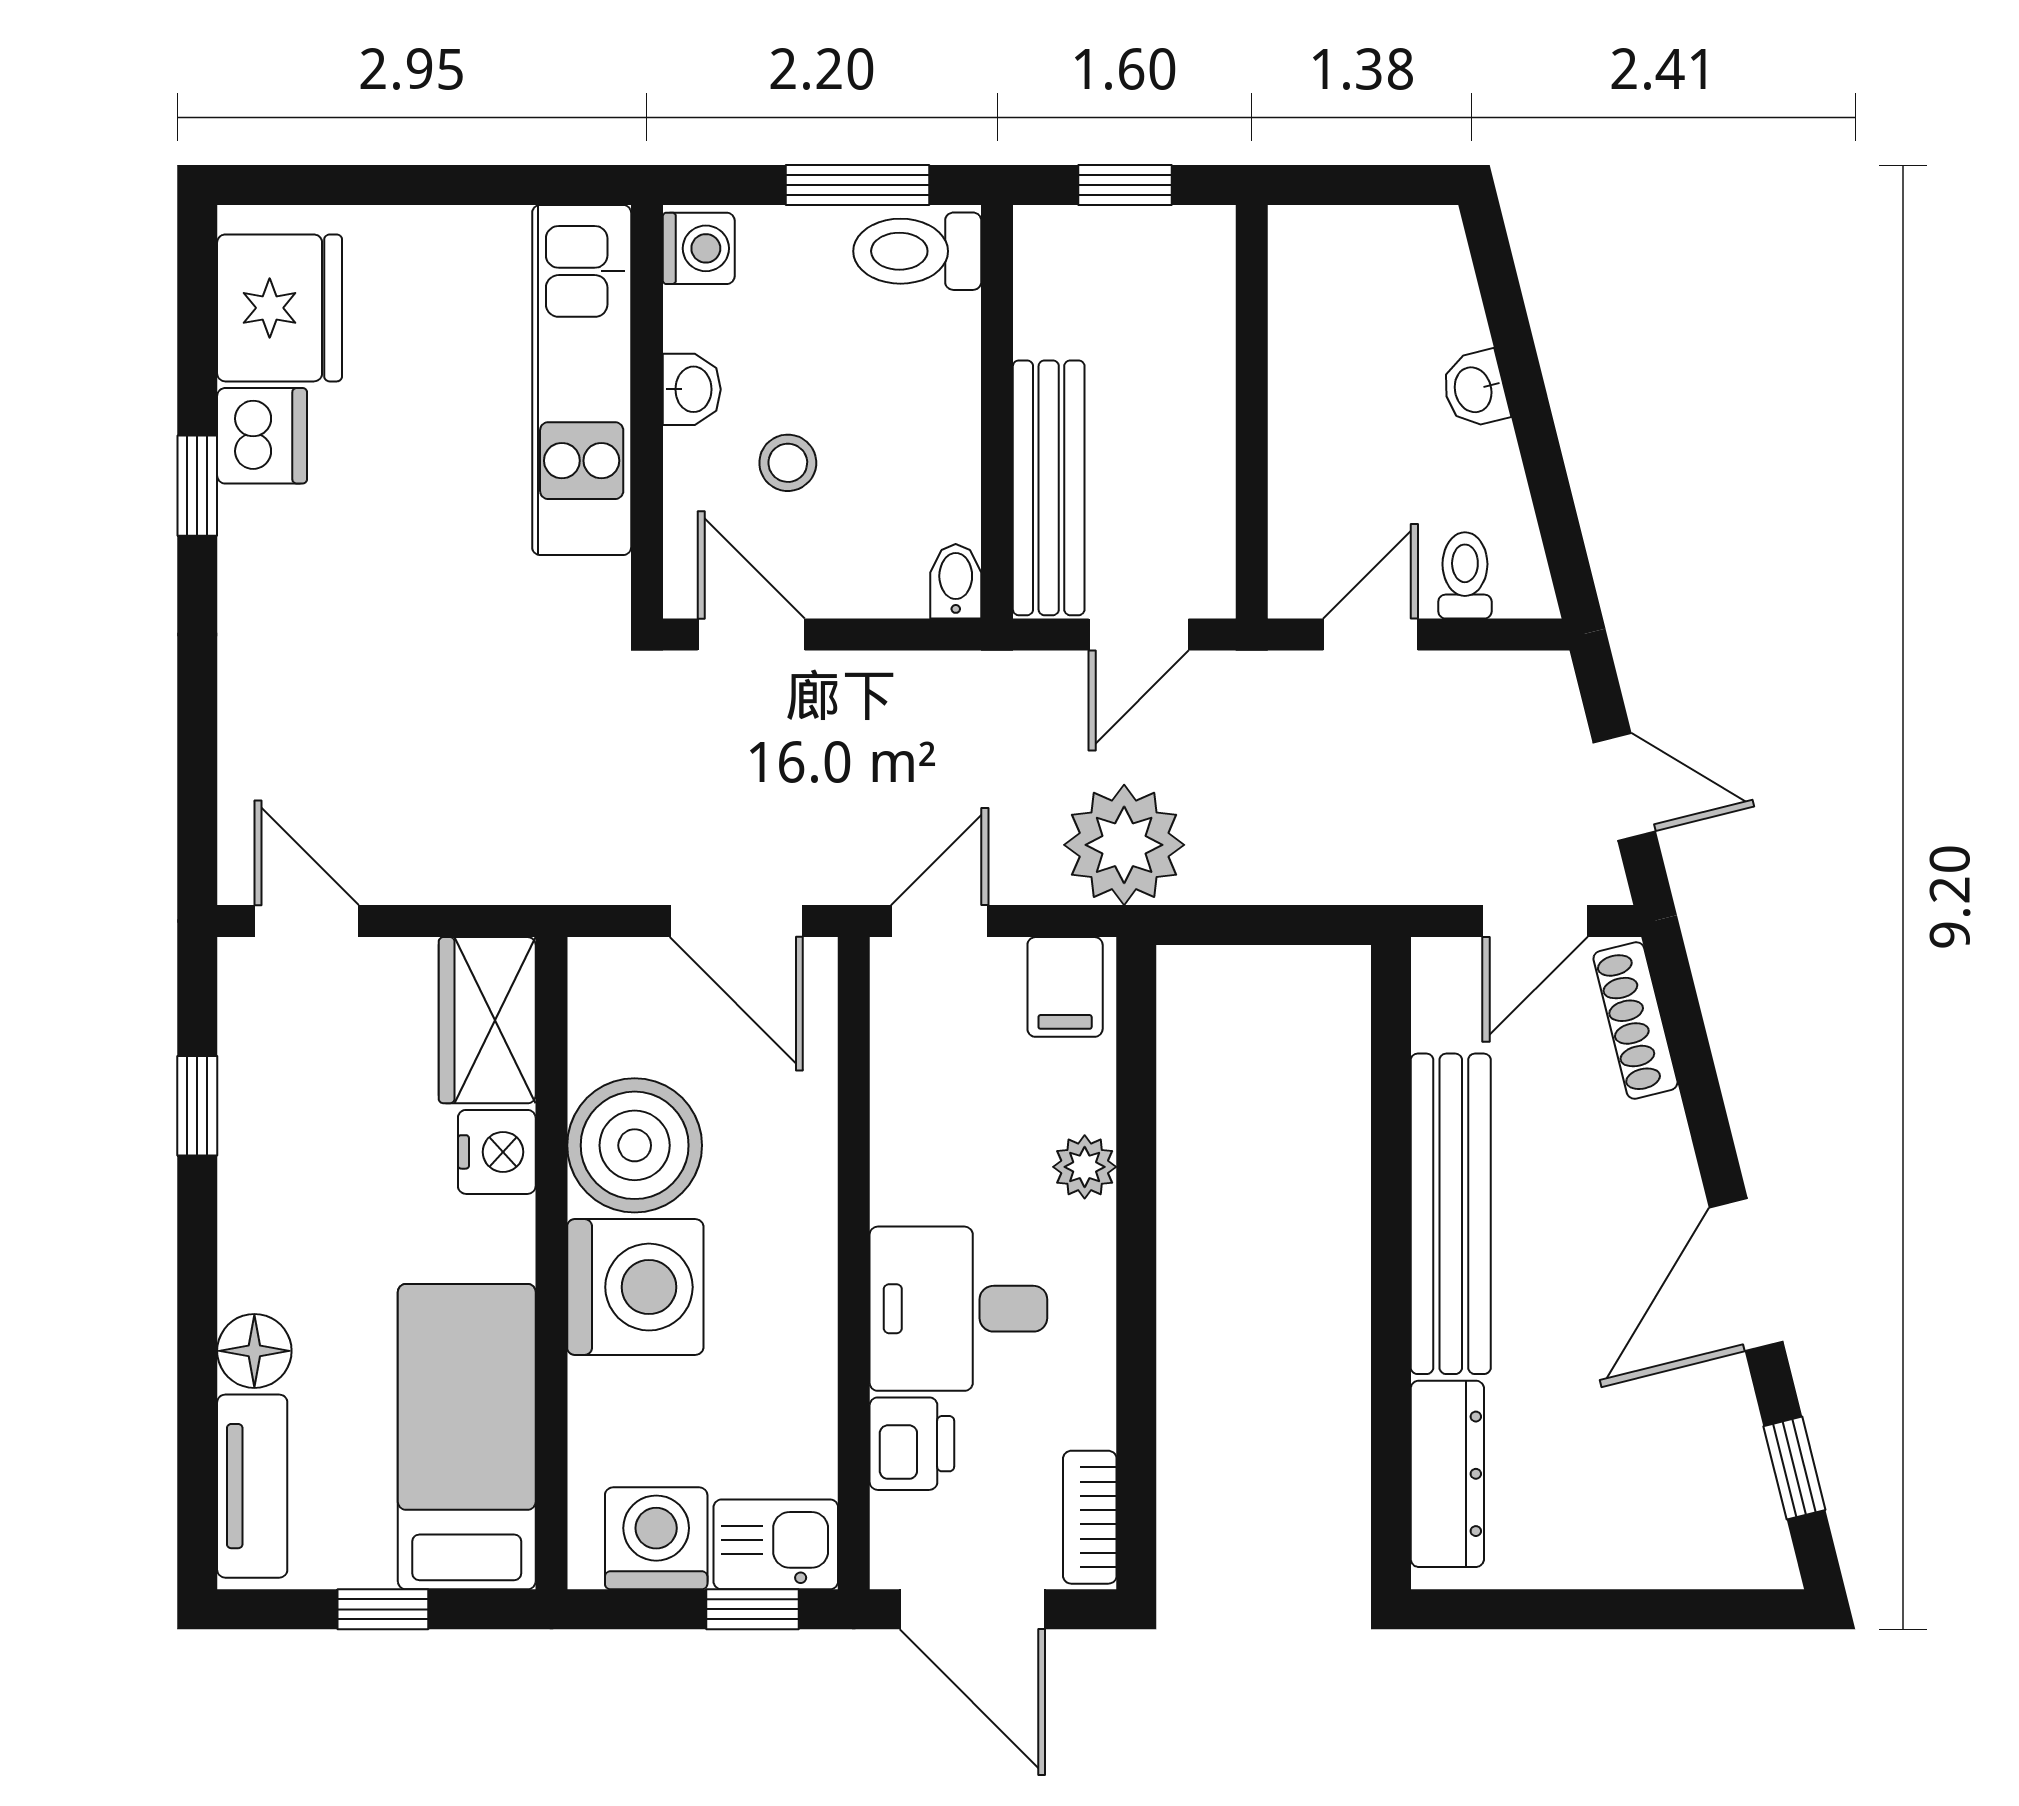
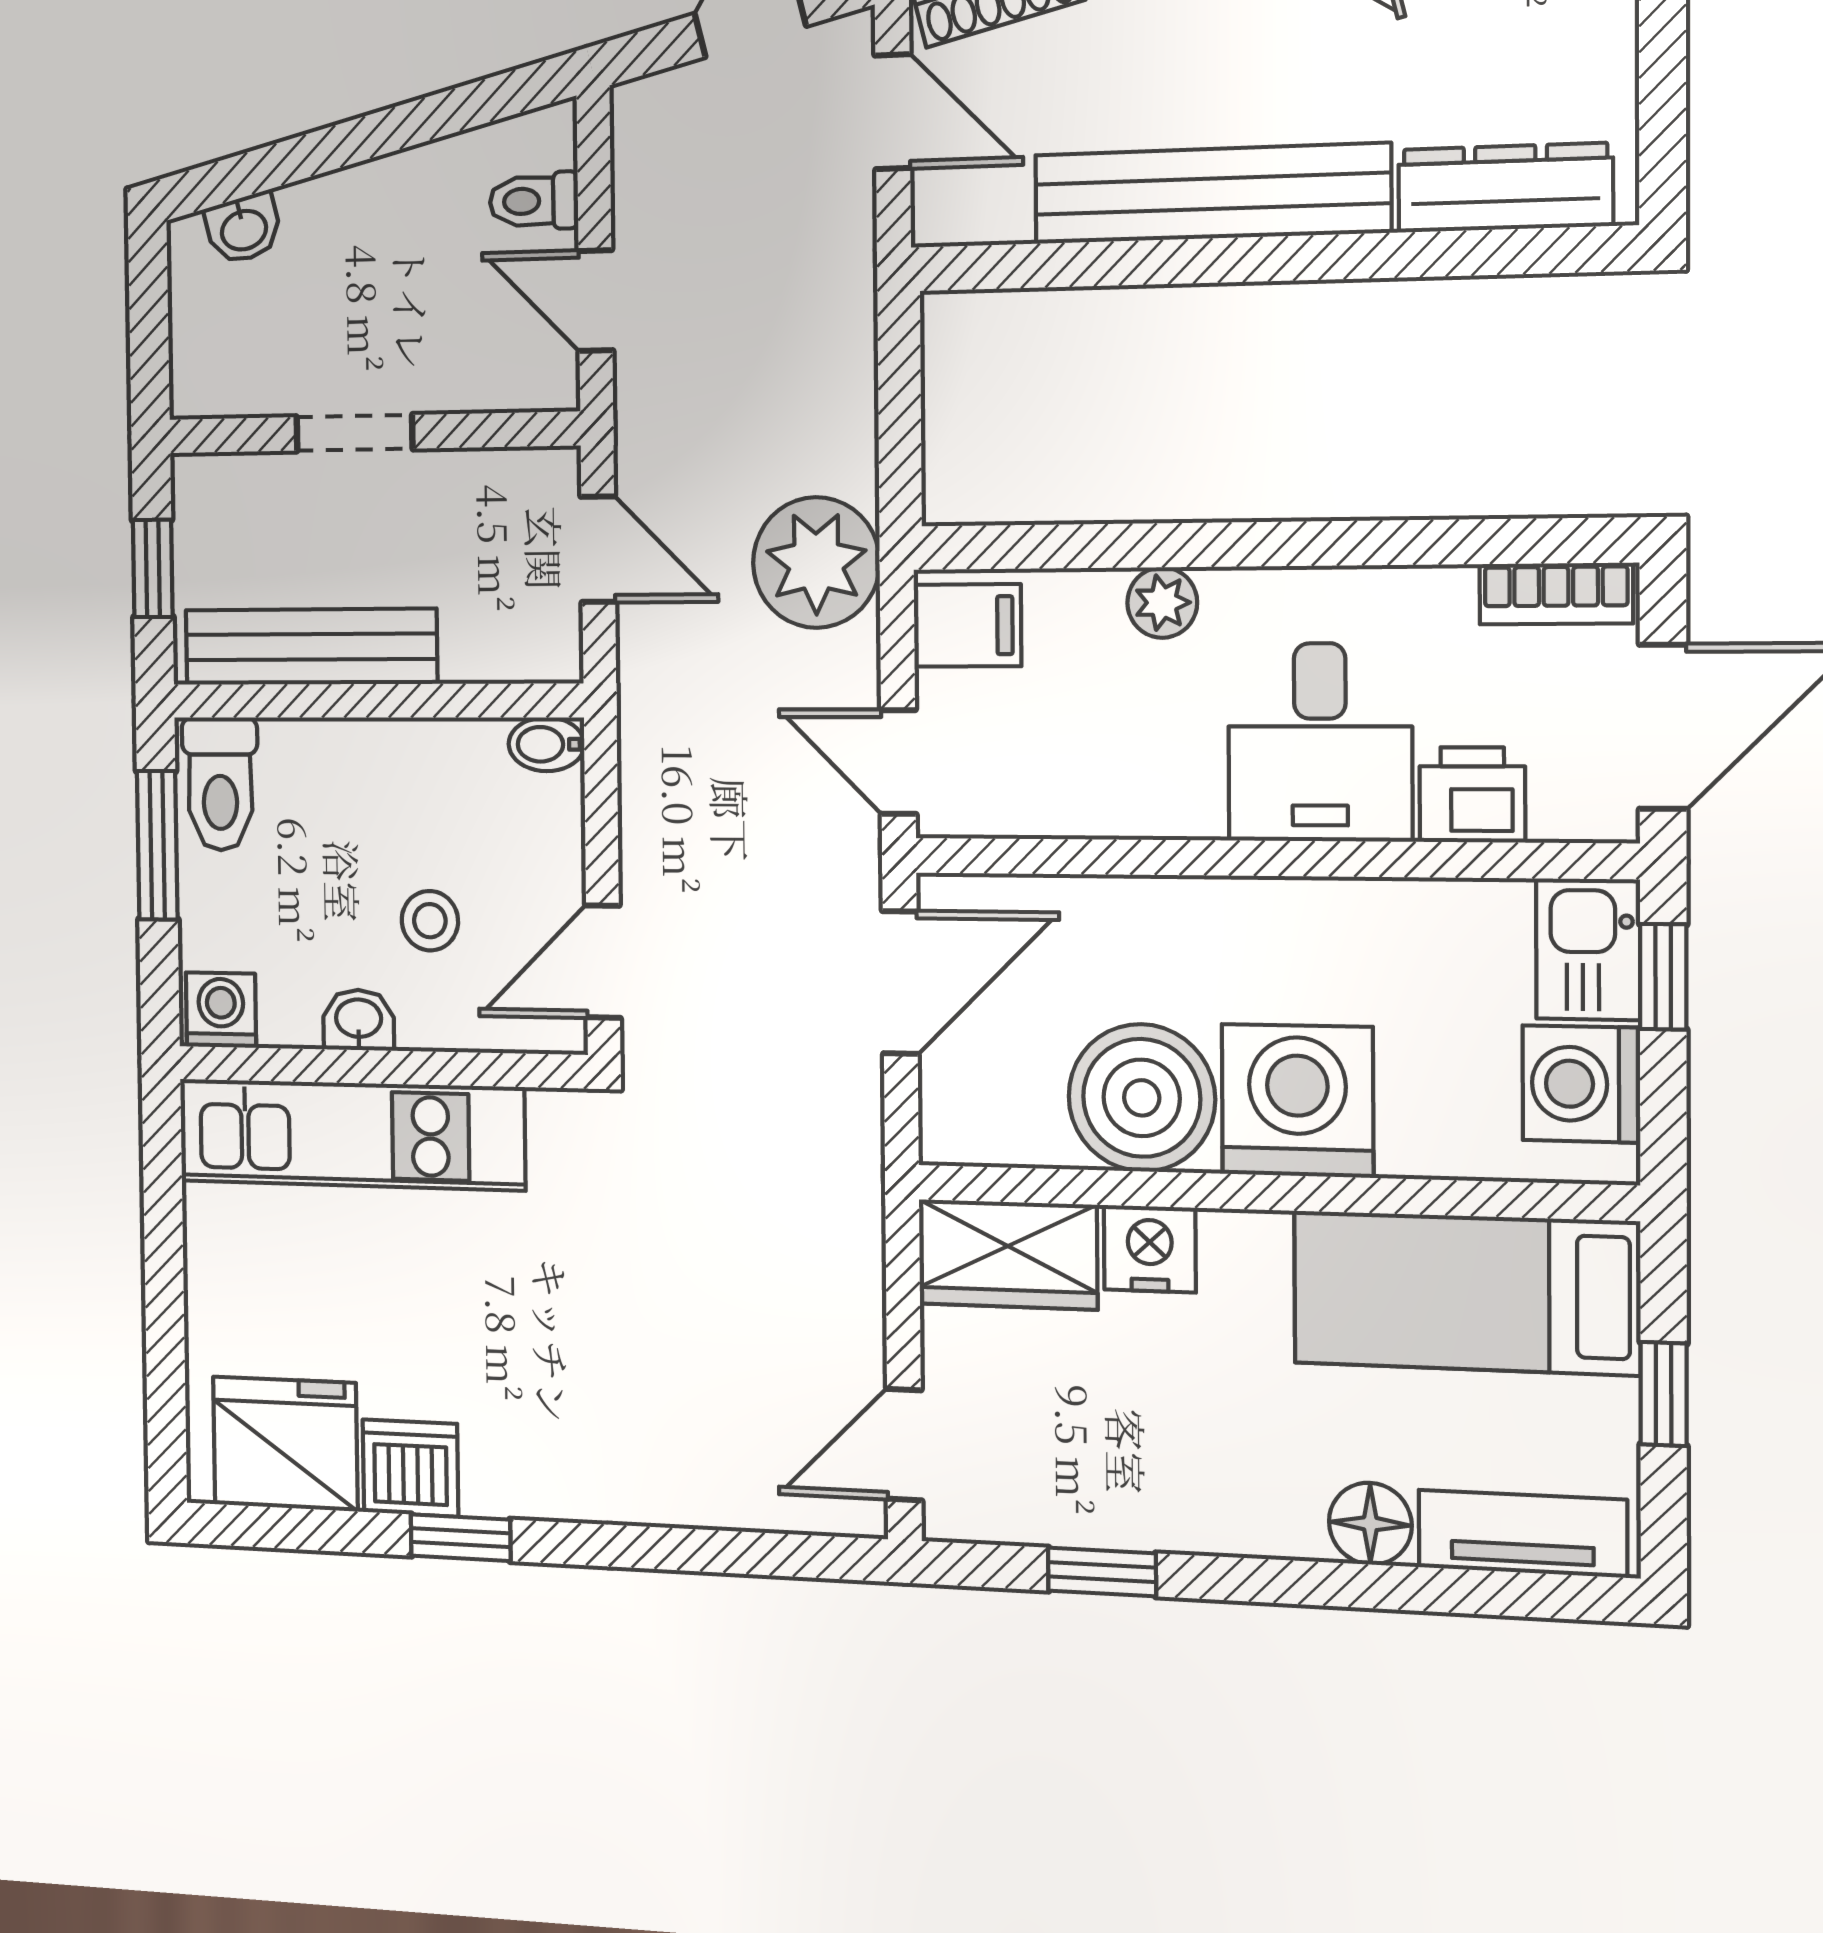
washbasin: (1475, 389) -> (244, 228), moved
doorway: (1252, 394) -> (354, 433), added
bench: (1049, 488) -> (311, 647), moved

